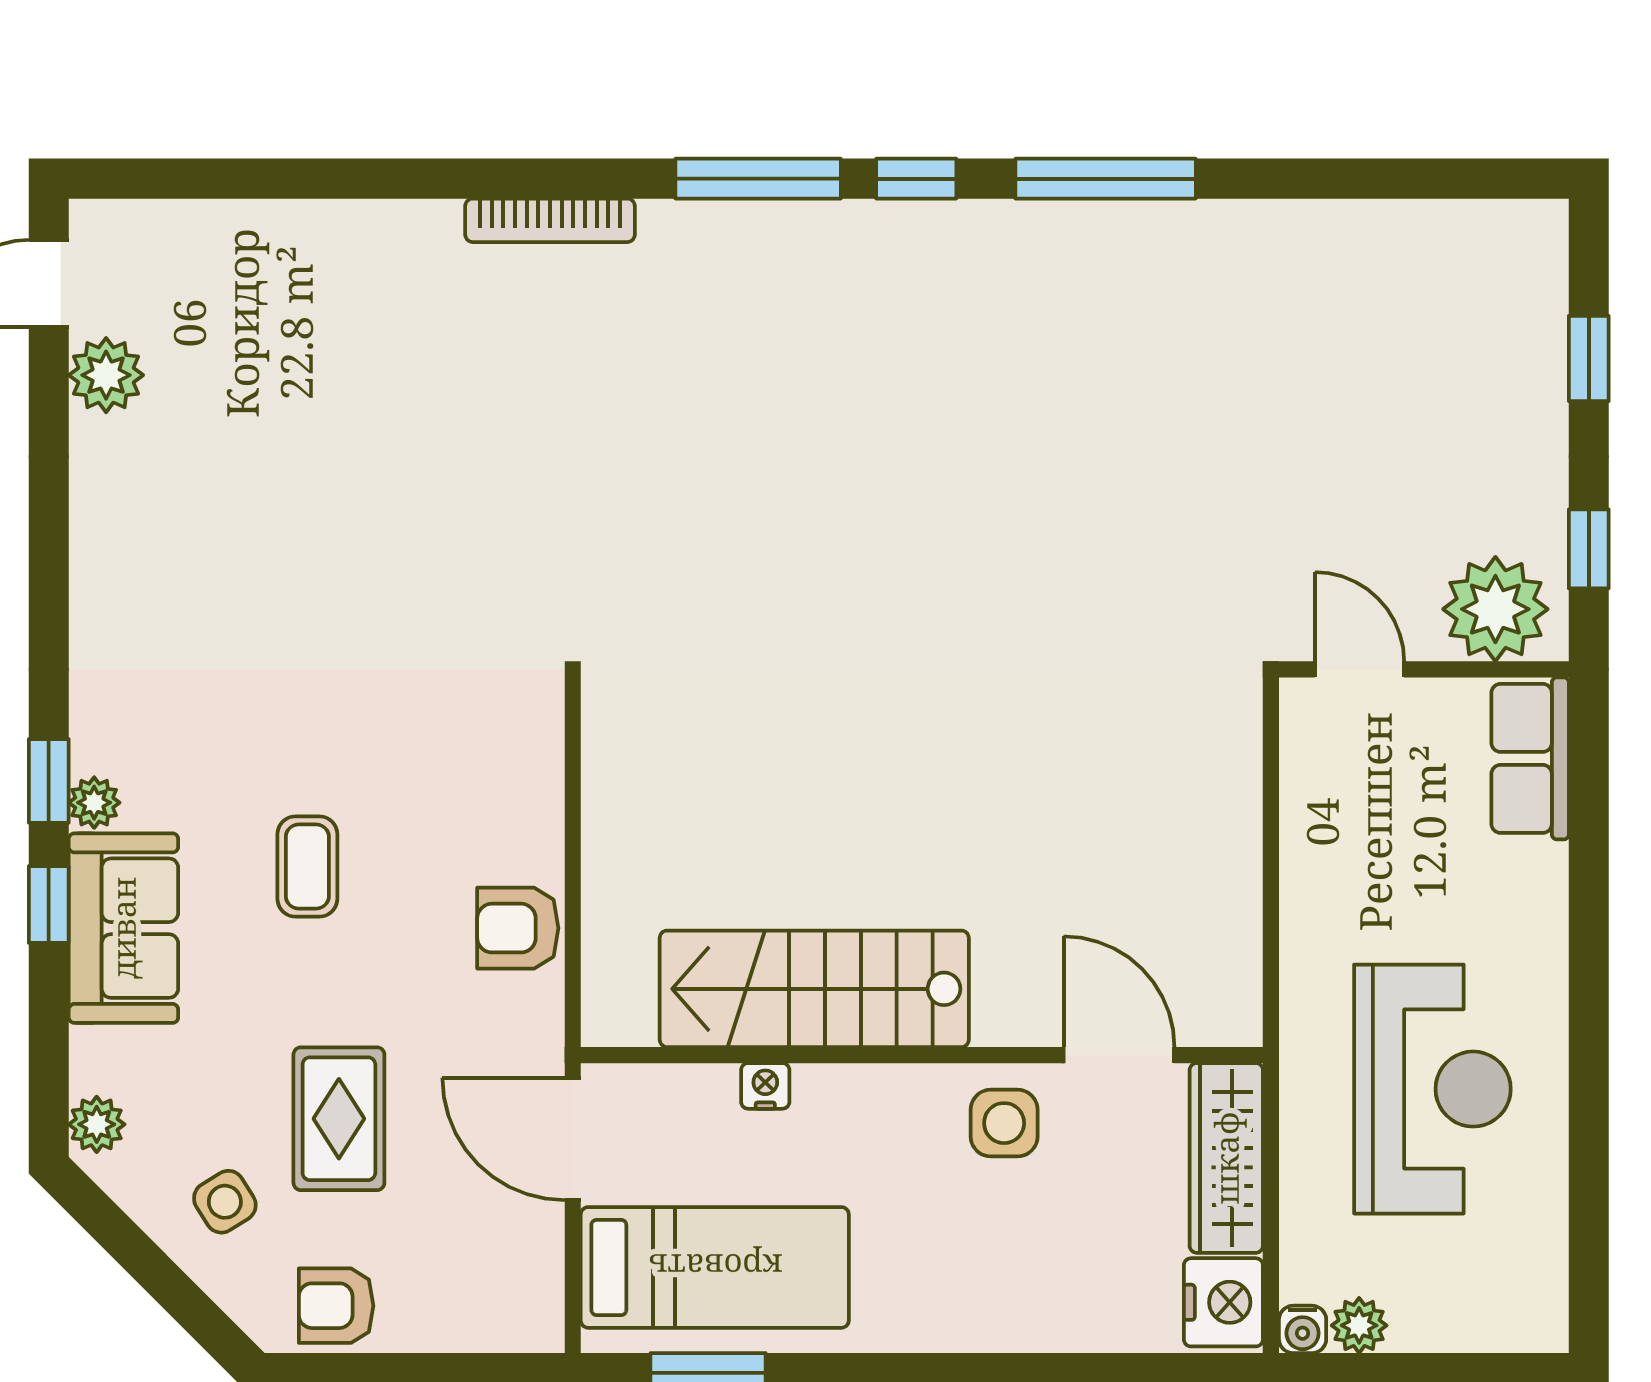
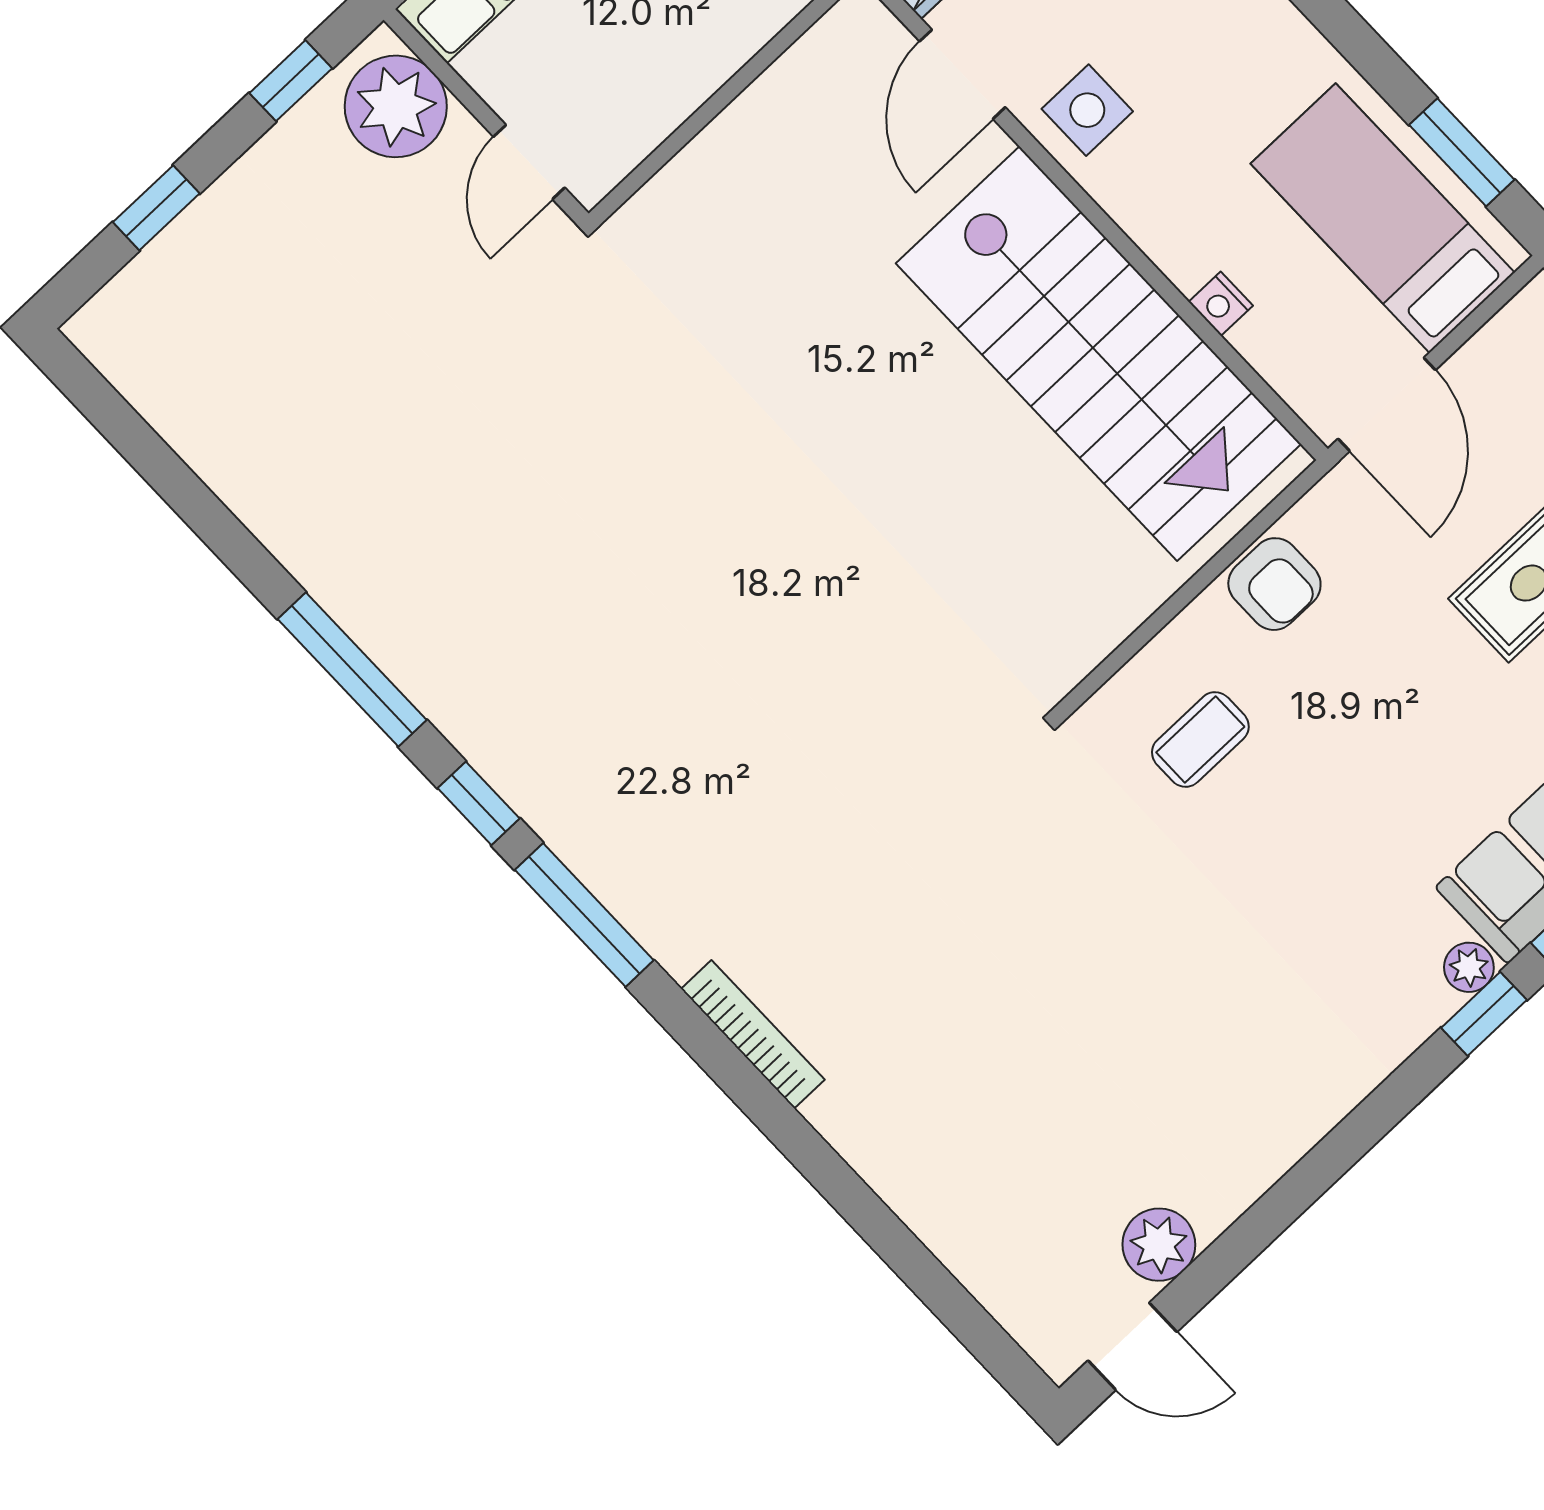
coffee table: (307, 866) -> (1200, 739), moved
stairs: (814, 989) -> (1098, 354), width x1.36, depth x1.51

